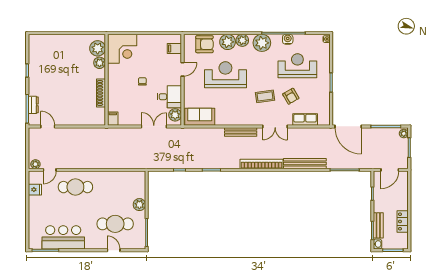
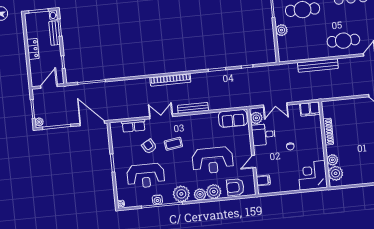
filing cabinet: (113, 119) -> (310, 109), width x2.00
bench: (305, 164) -> (318, 66), moved
locker: (403, 221) -> (33, 49), moved

